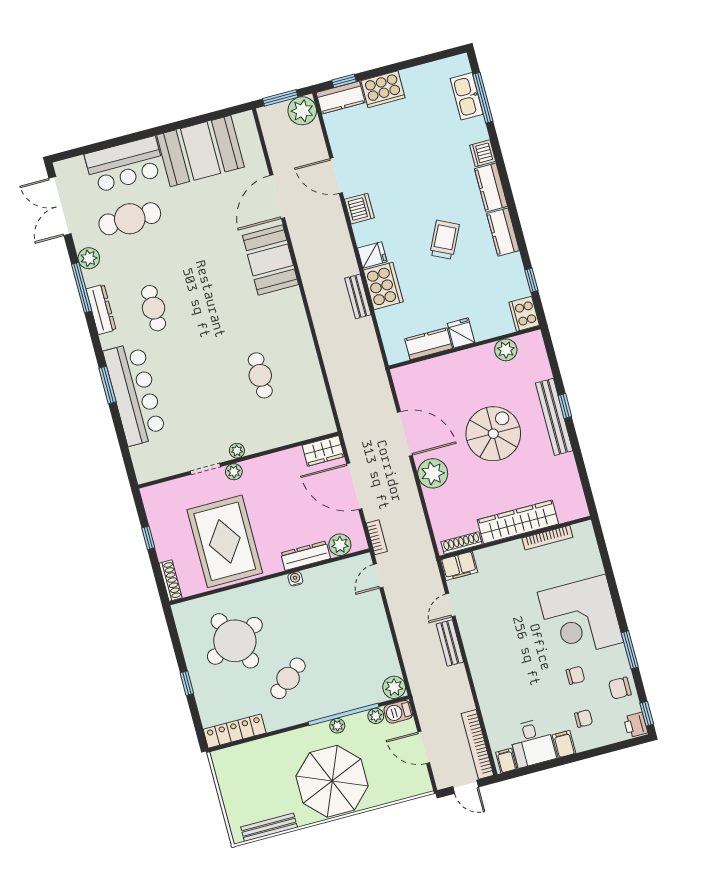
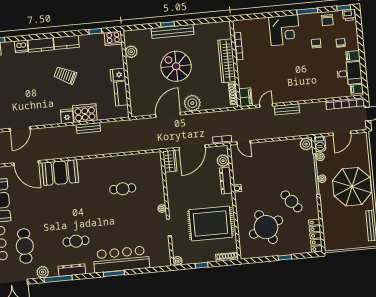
dishwasher: (359, 209) -> (40, 119), removed
plant: (234, 472) -> (178, 261), moved
door: (450, 605) -> (266, 106), swing flipped
corner desk: (580, 617) -> (284, 30), width x0.74, depth x0.74

